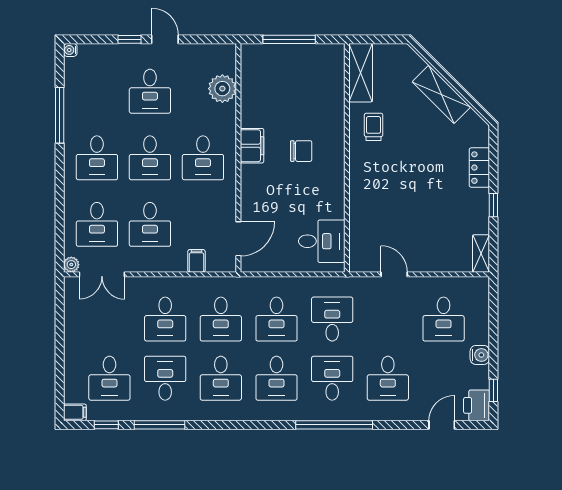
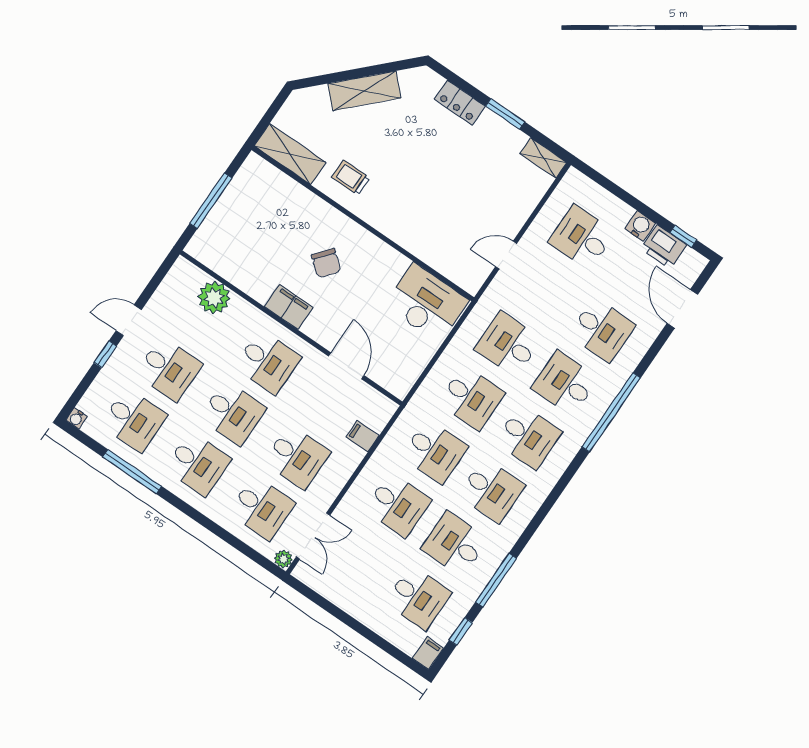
desk: (97, 91) -> (134, 420), added
chair: (301, 151) -> (326, 263), turned 129
window: (493, 205) -> (505, 114), width x1.50
door: (238, 239) -> (346, 366), moved
desk: (322, 241) -> (426, 303), width x1.37
desk: (444, 319) -> (582, 237), turned 180
printer: (477, 405) -> (664, 247), moved
door: (442, 425) -> (682, 309), width x1.38

